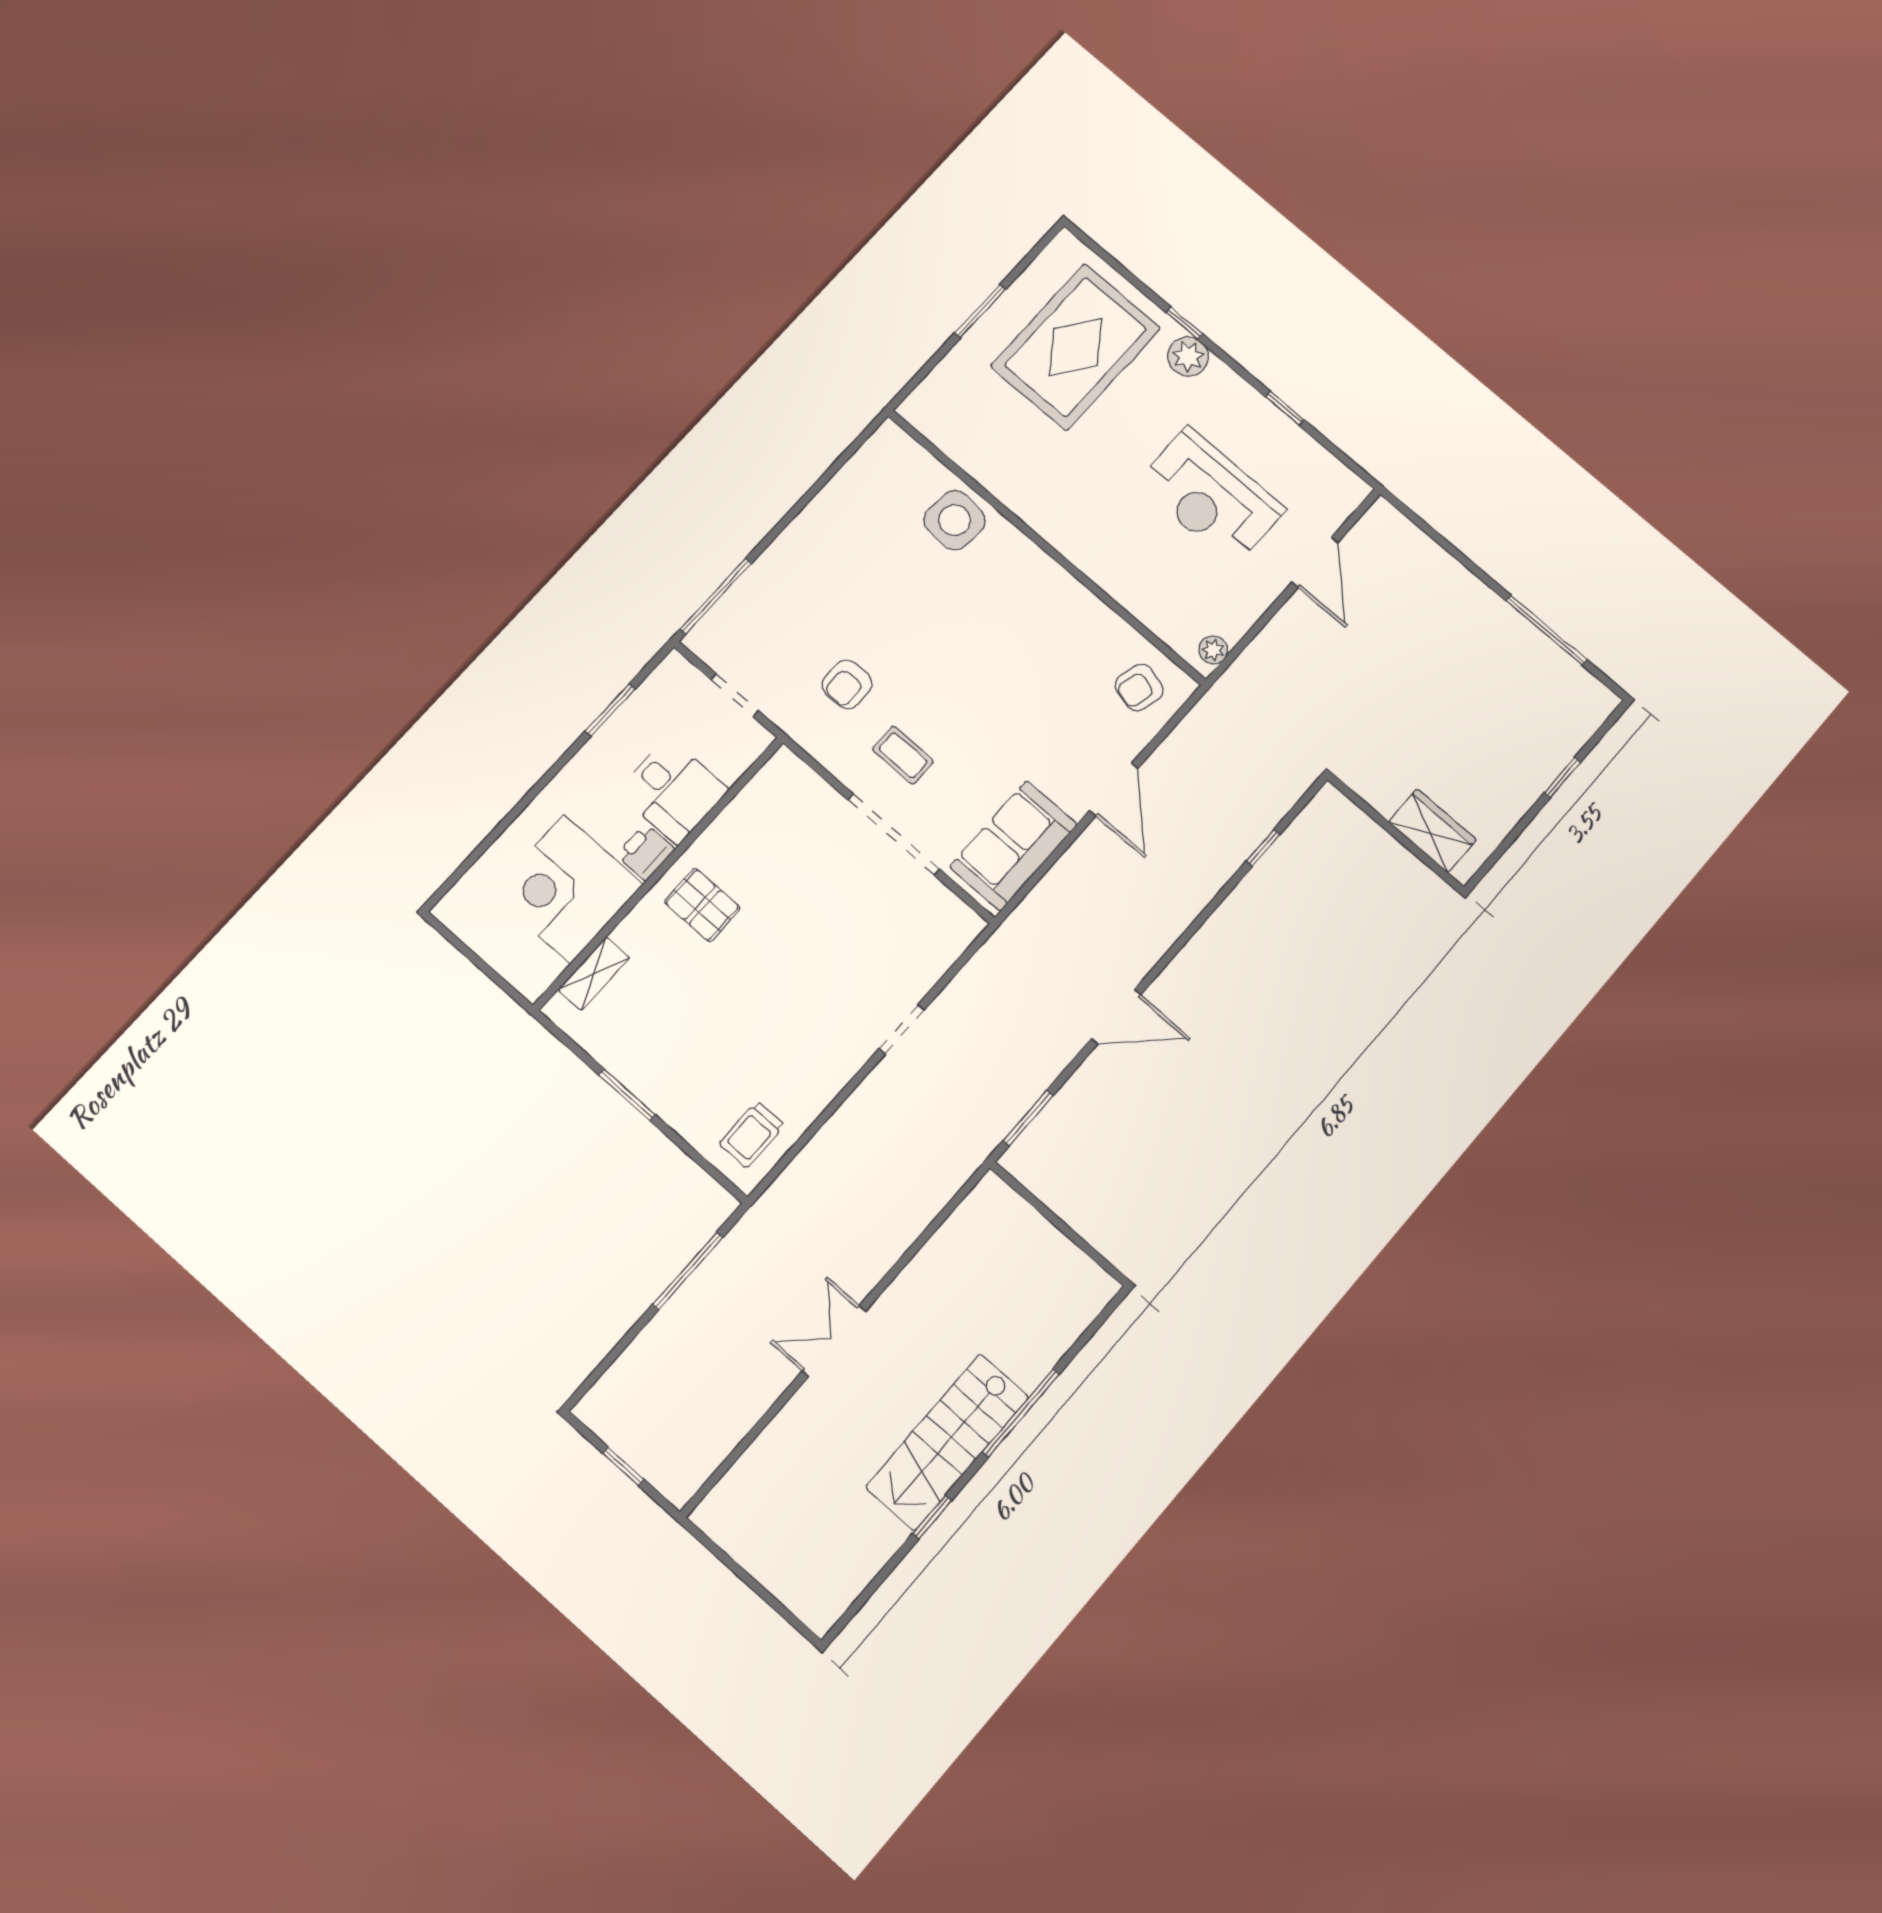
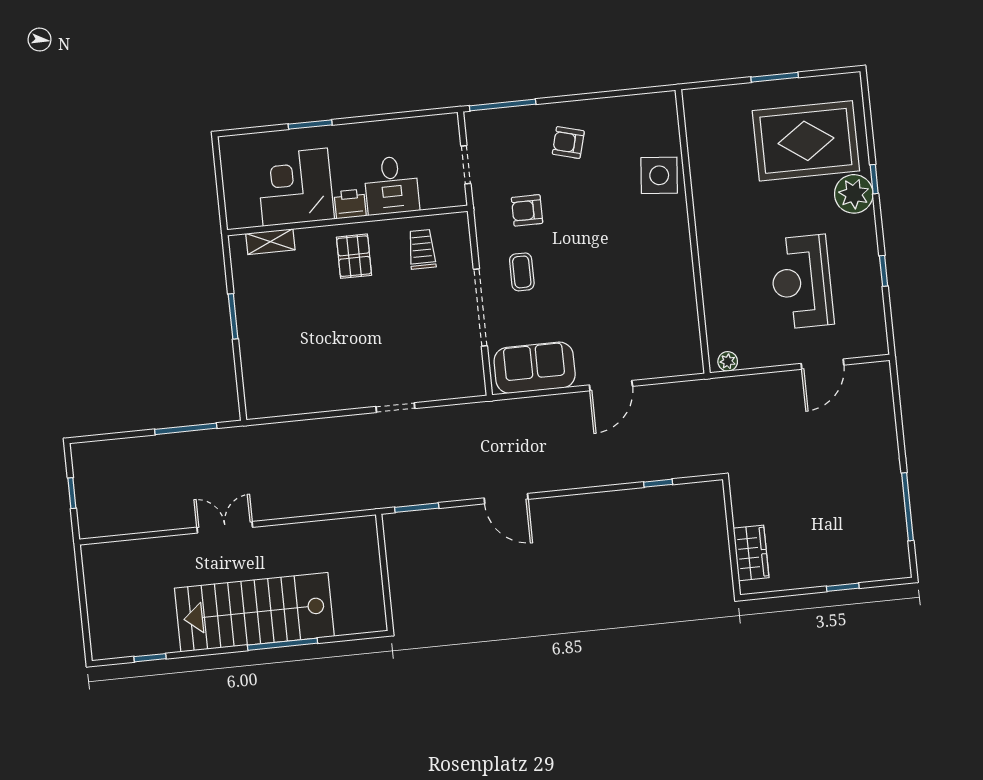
plant: (1188, 356) -> (854, 194), width x1.36, depth x1.36
armchair: (1139, 687) -> (568, 143), moved
window: (610, 710) -> (310, 124), moved
trolley: (752, 1134) -> (422, 249), moved, turned 90
stairs: (947, 1442) -> (254, 612), width x1.36, depth x1.51
window: (932, 1517) -> (150, 658), moved

